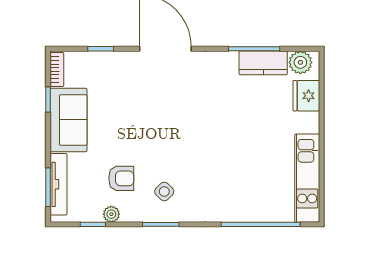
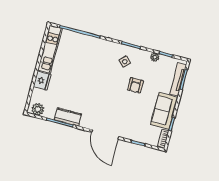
kitchen counter: (263, 63) -> (68, 117), moved
fridge: (306, 96) -> (42, 81), moved
armchair: (121, 178) -> (135, 85), moved, turned -90

